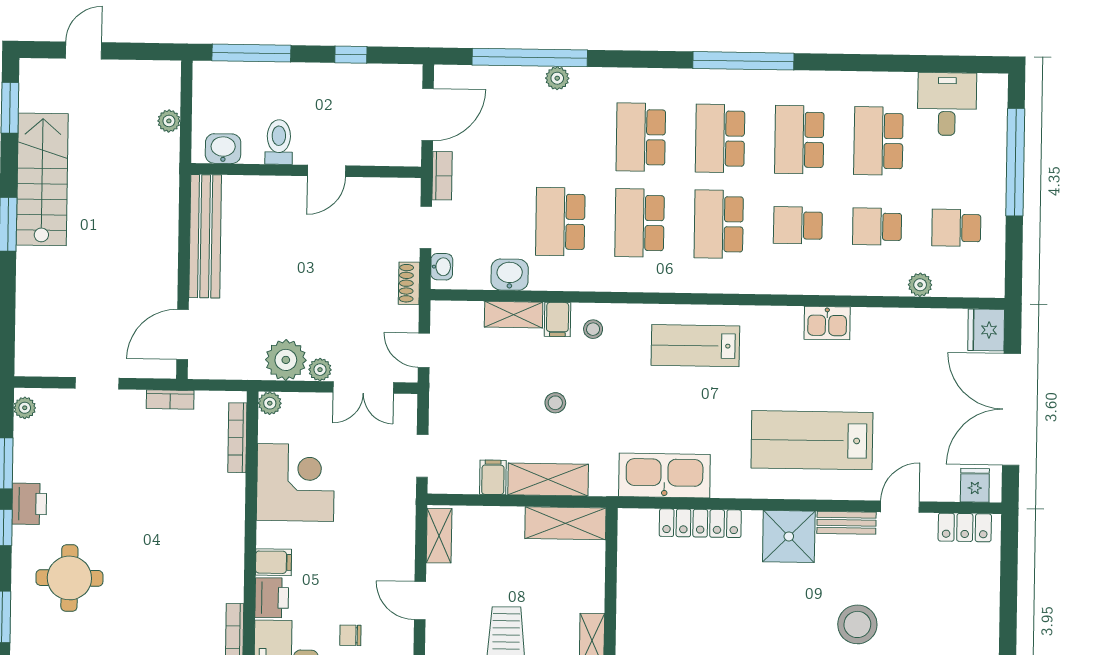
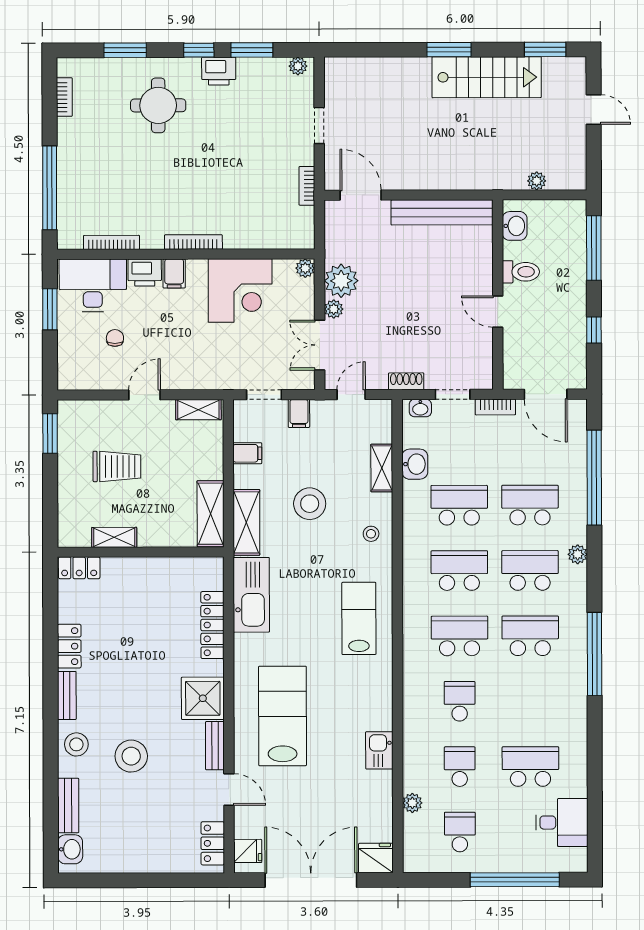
plant: (557, 78) -> (578, 554), moved
school desk: (799, 140) -> (530, 505), moved
filing cabinet: (558, 319) -> (299, 413), moved, turned -90
kitchen sink: (827, 323) -> (379, 750), moved
stool: (555, 403) -> (310, 504), width x1.89, depth x1.89
bookcase: (237, 438) -> (193, 242), moved
shelving: (548, 479) -> (246, 522), moved

